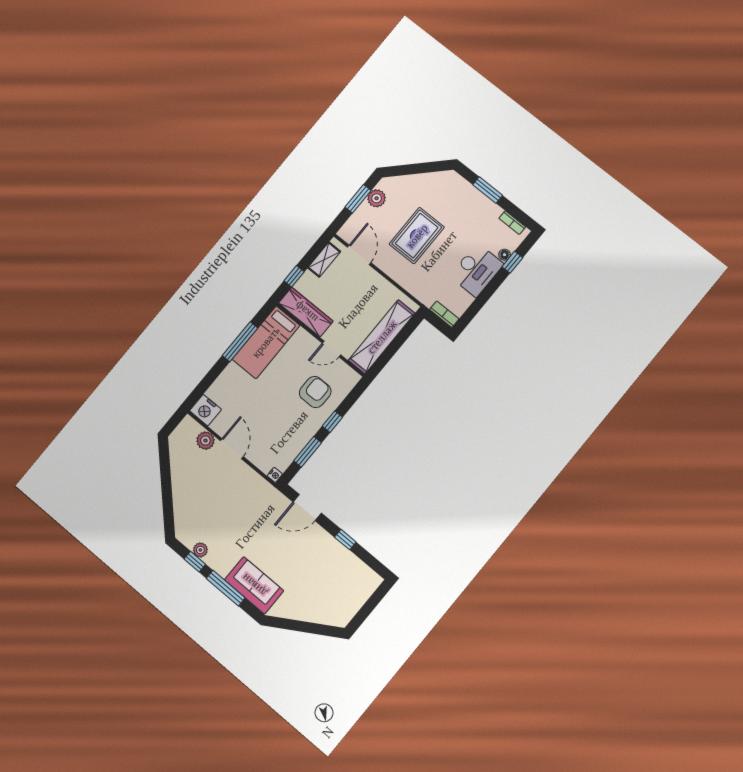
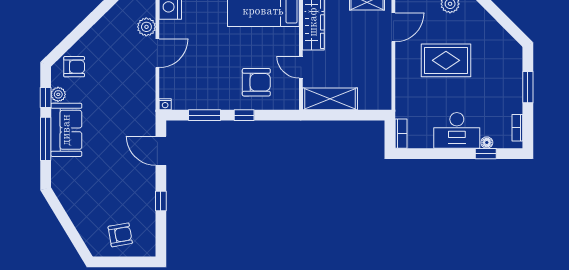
shelving: (382, 337) -> (330, 99), width x0.68
armchair: (190, 520) -> (74, 67), added
sofa: (254, 585) -> (66, 130), moved
armchair: (345, 593) -> (120, 235), added

